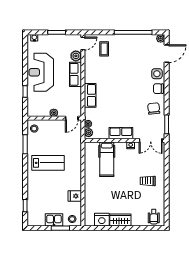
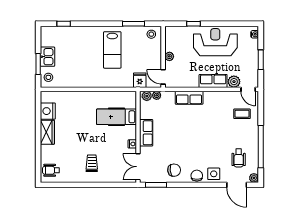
wheelchair: (143, 52) -> (239, 158), added
fridge: (75, 196) -> (140, 80), moved

